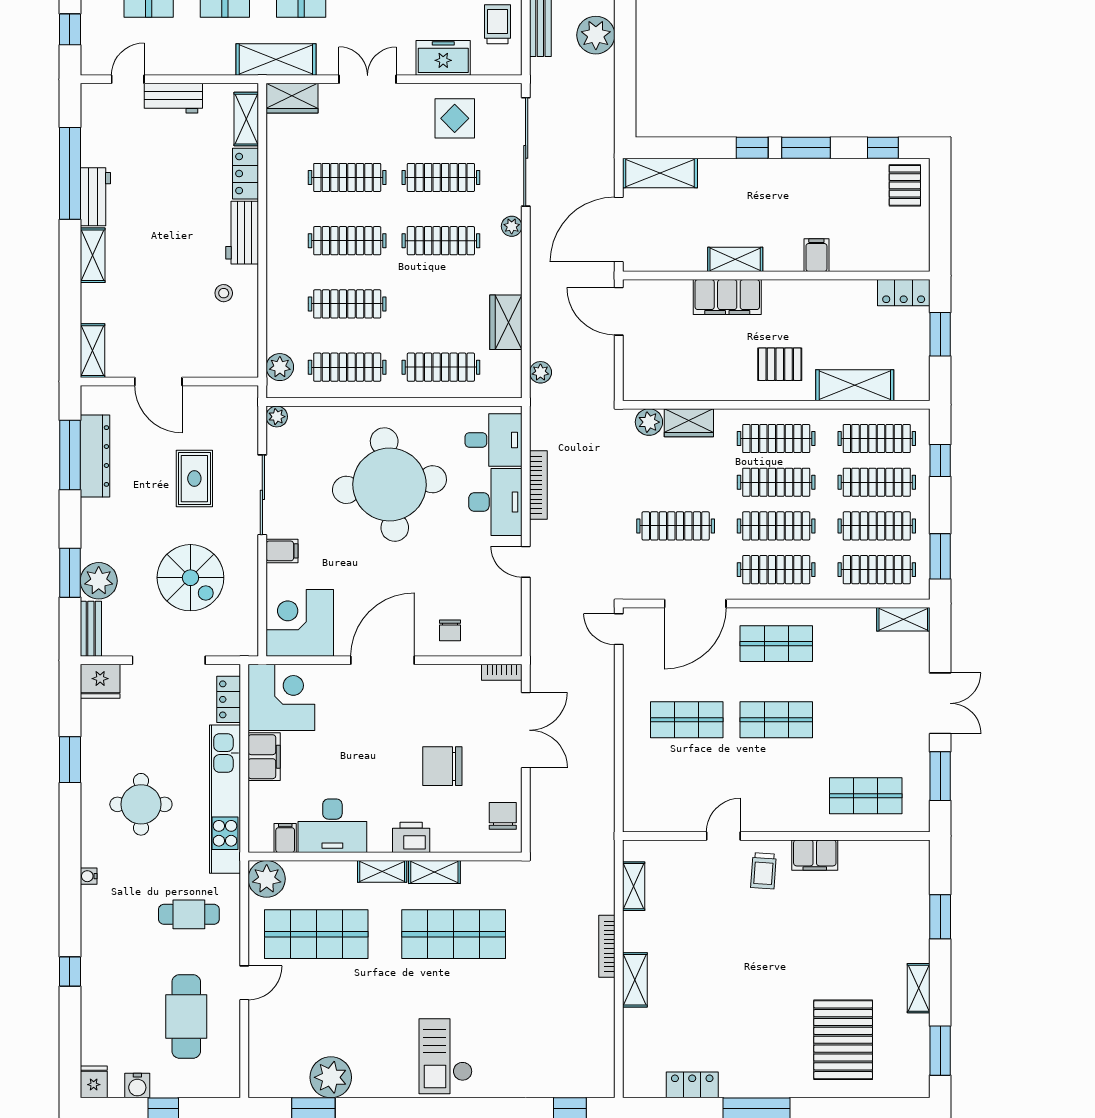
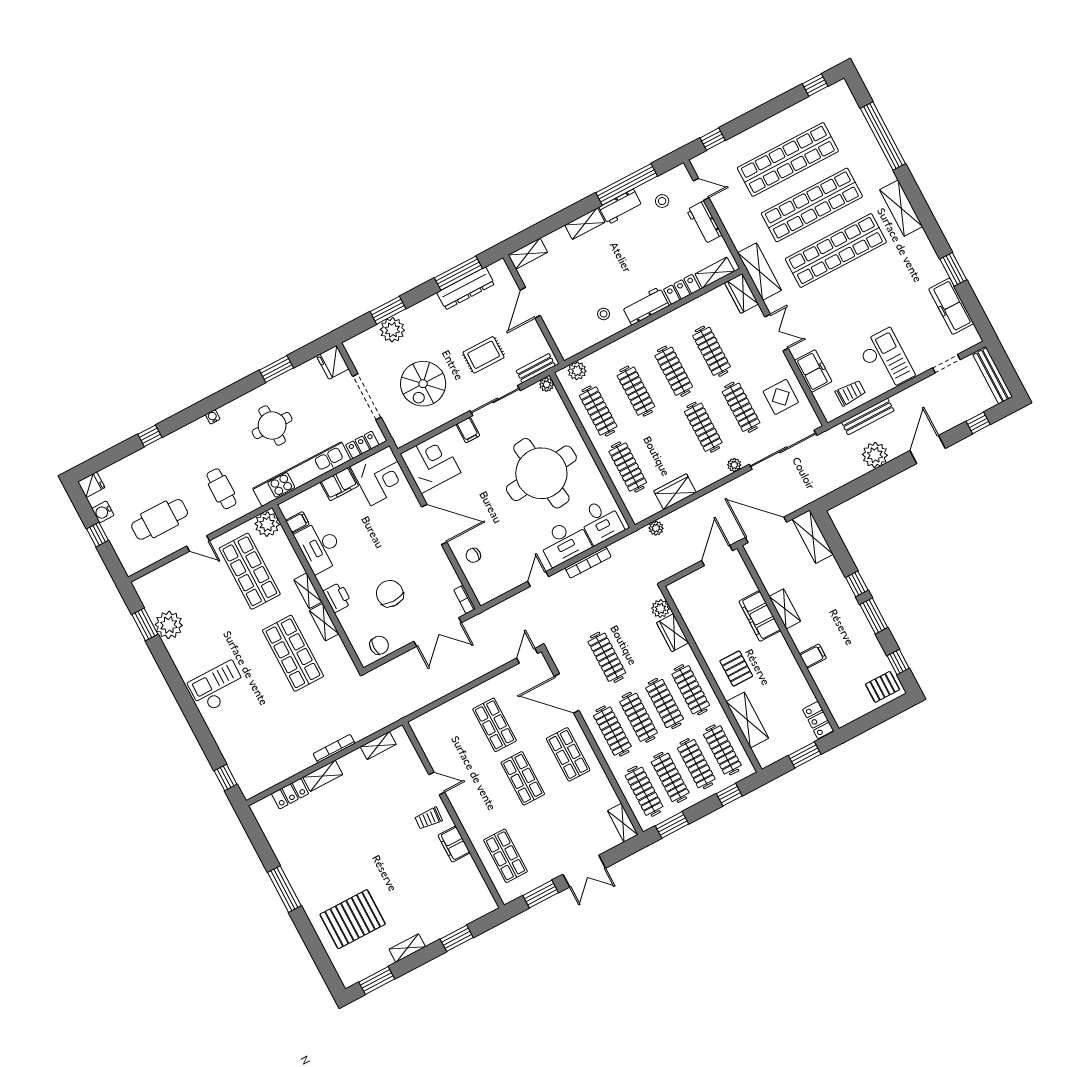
stool: (116, 138) -> (662, 201), added
bench: (91, 629) -> (536, 368), moved
locker: (692, 1085) -> (290, 794), moved, turned 90

